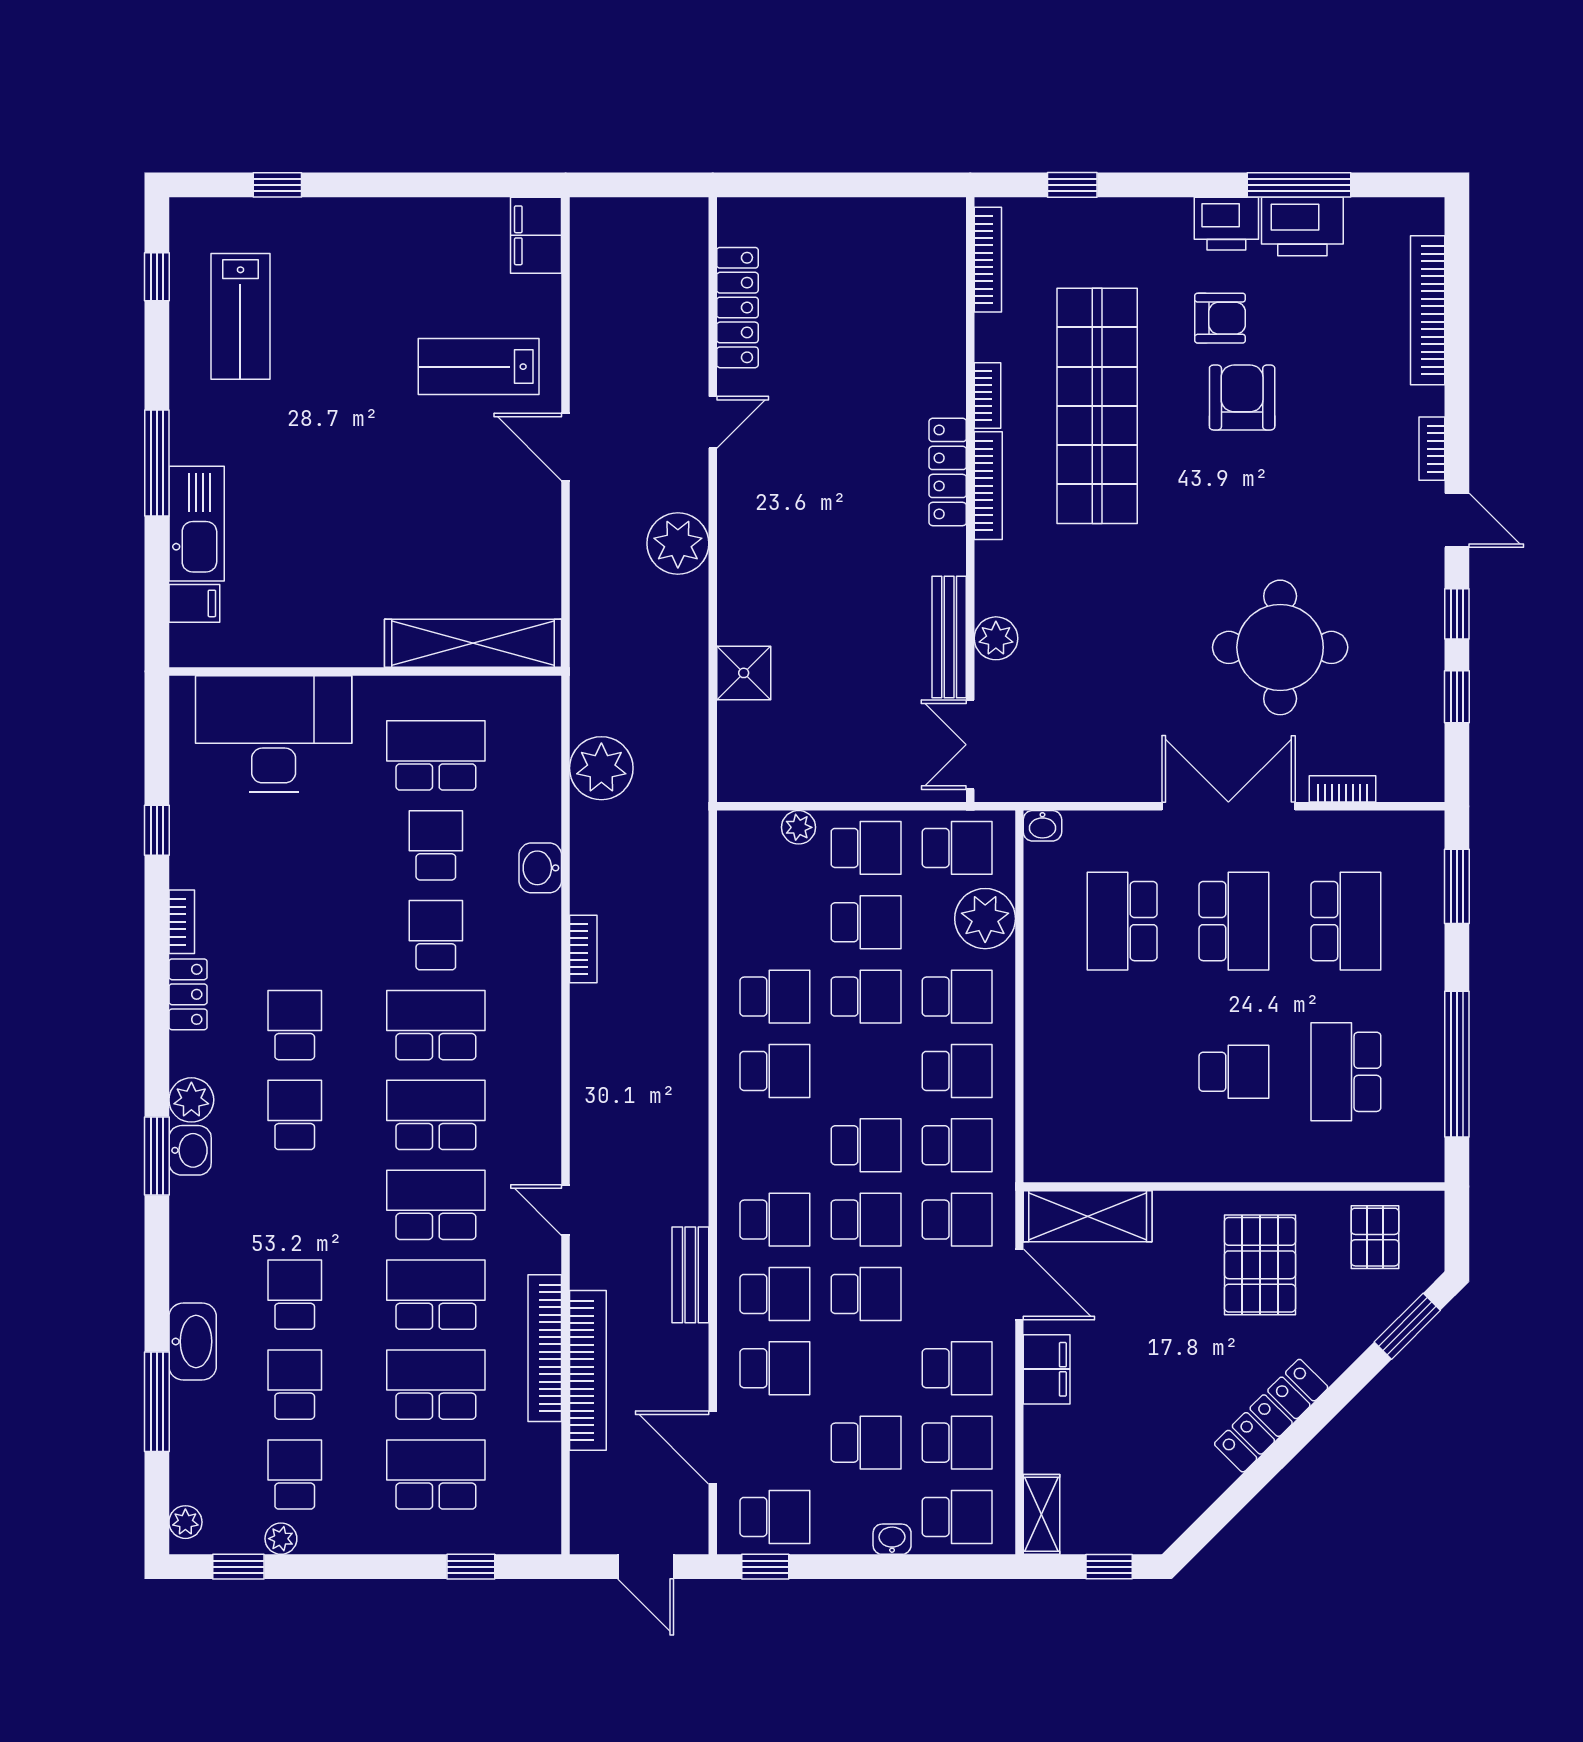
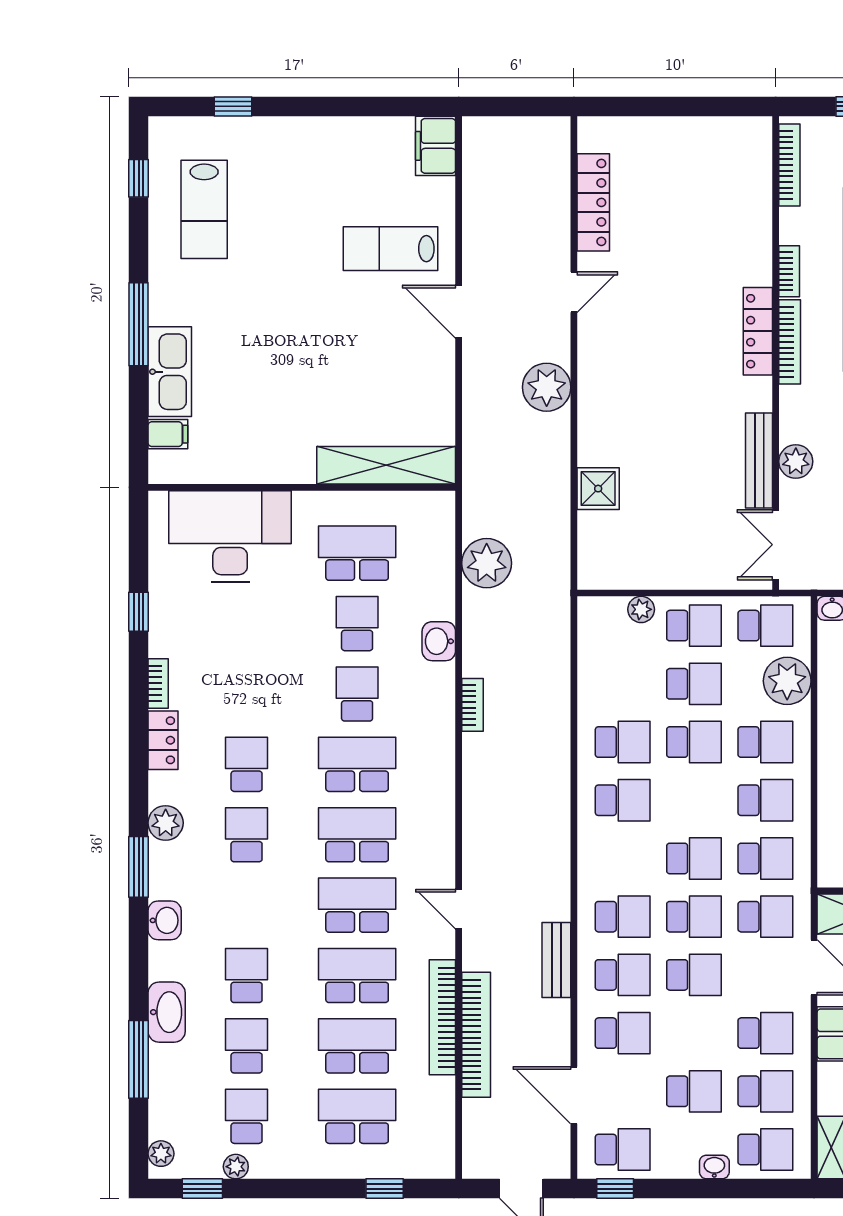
washbasin: (190, 1150) -> (165, 920), moved

